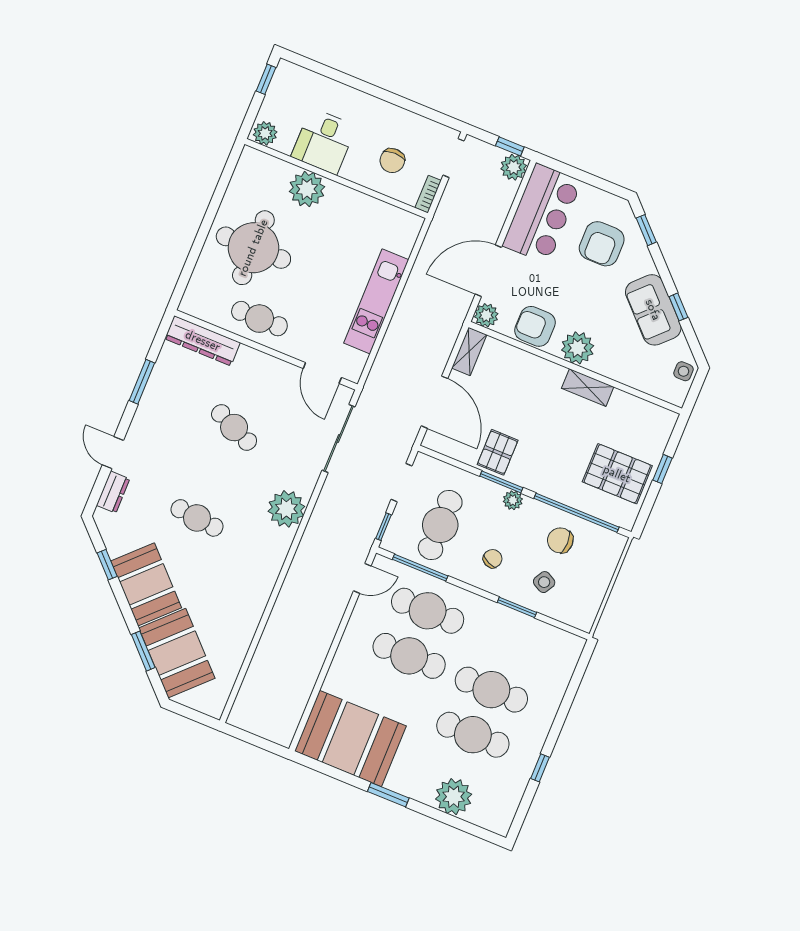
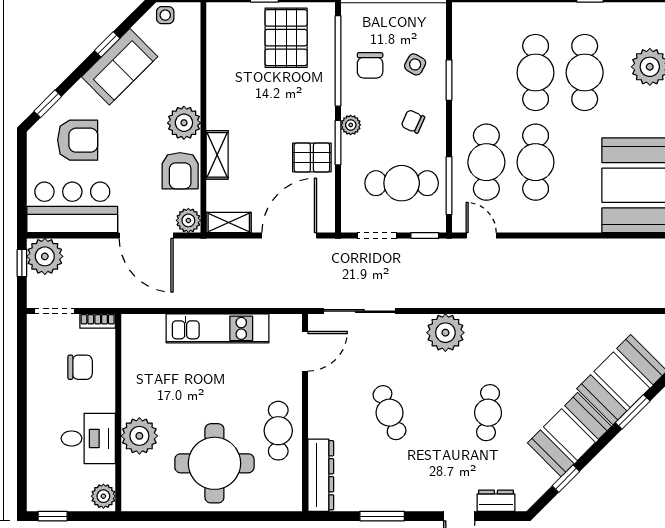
plant: (514, 167) -> (45, 256), width x1.36, depth x1.36
shelving: (588, 388) -> (217, 155), moved
cafe table: (234, 428) -> (390, 413), turned -45

